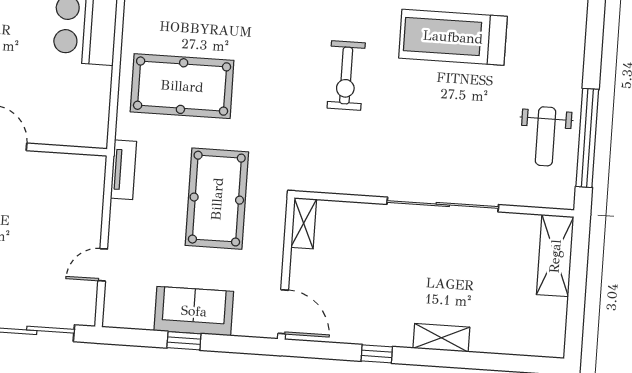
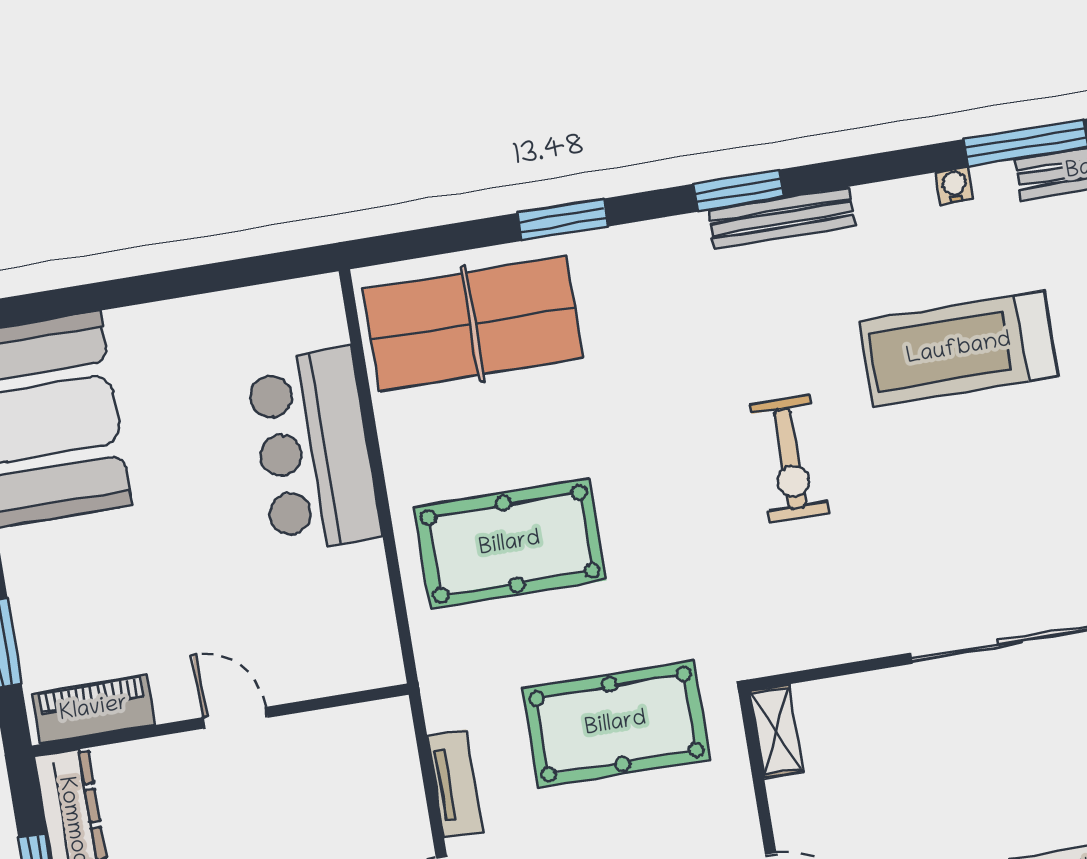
tv unit: (124, 170) -> (455, 784), moved
pool table: (217, 199) -> (616, 724), turned 90

